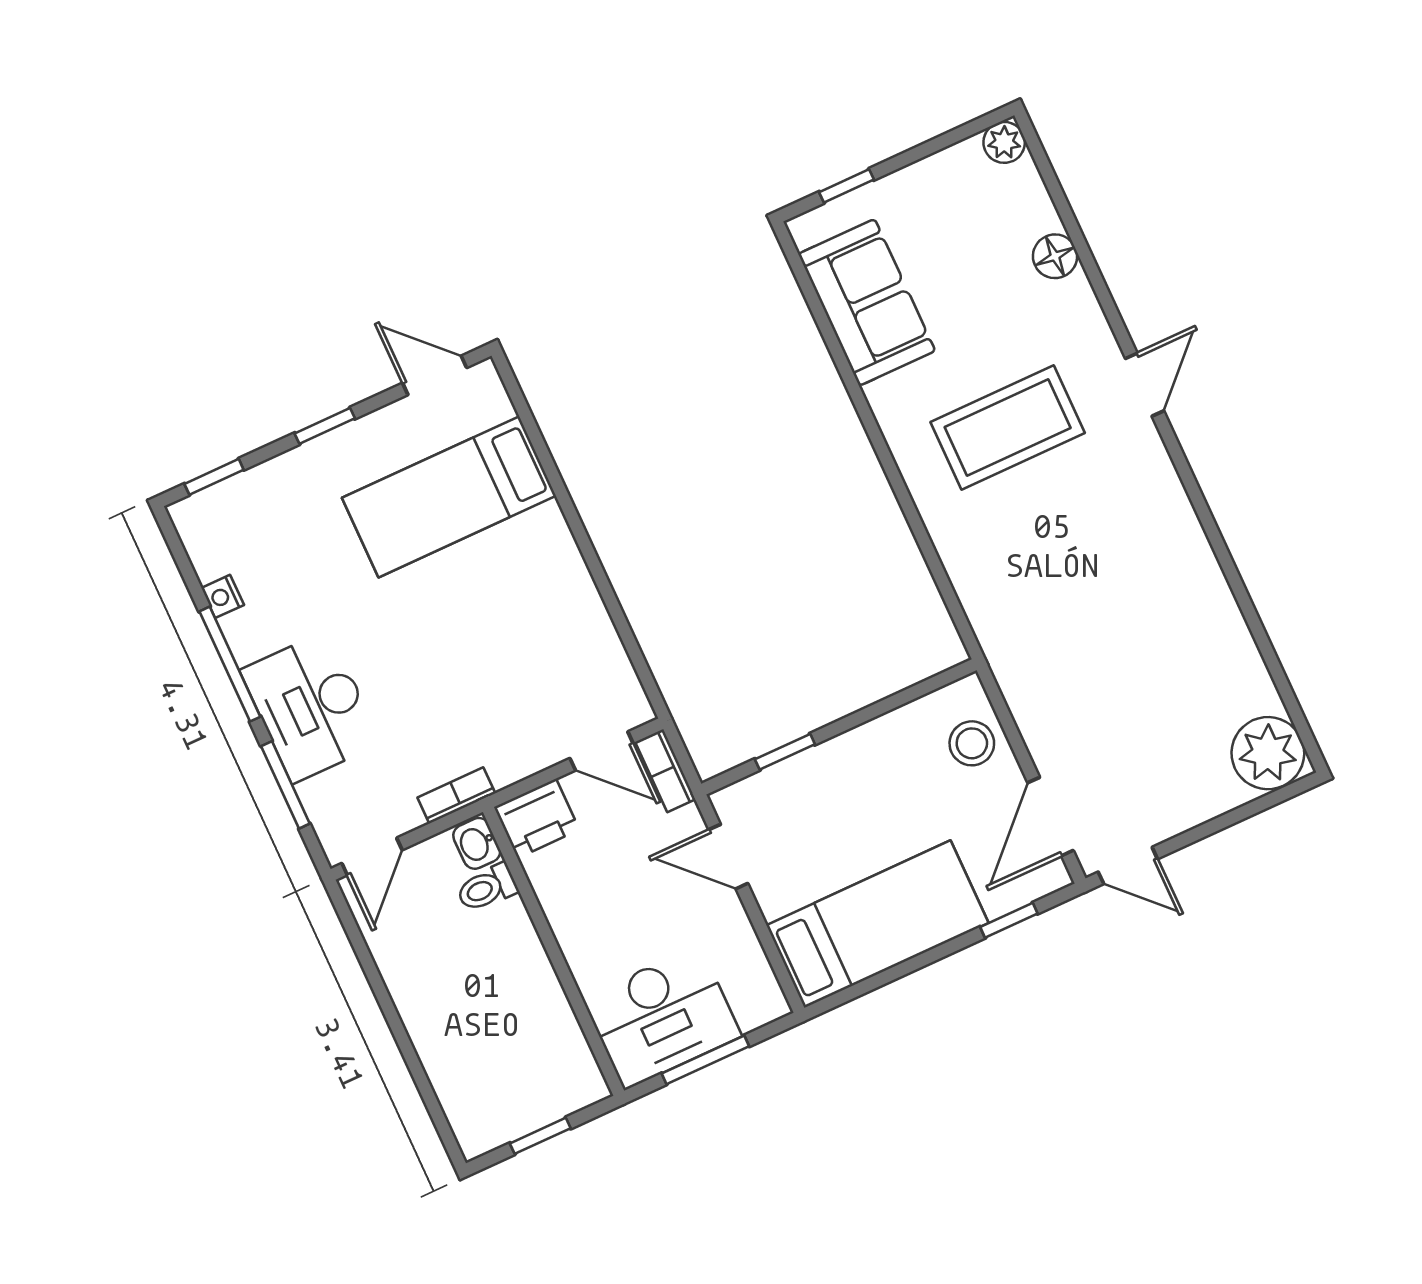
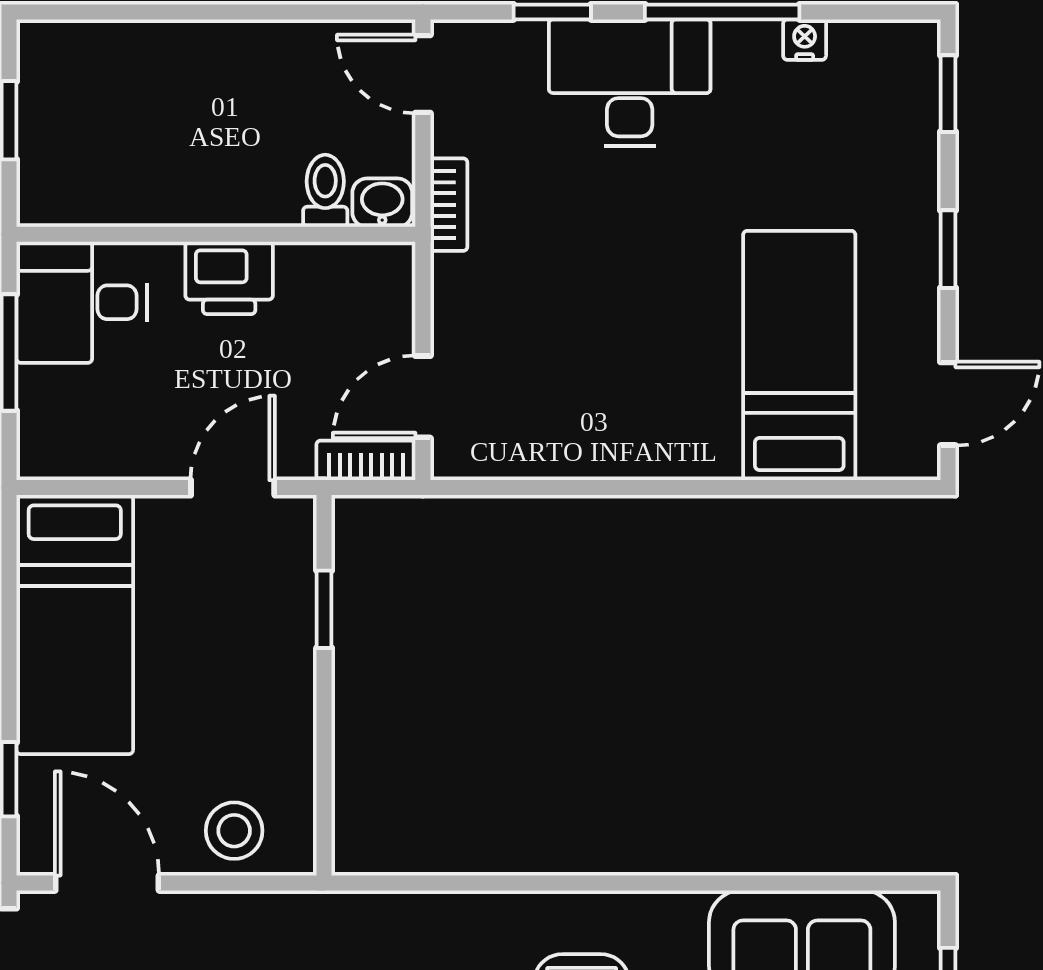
window: (285, 785) -> (552, 12), width x0.67
printer: (537, 818) -> (229, 278), moved, turned -90
desk: (662, 1017) -> (82, 302), width x0.73

